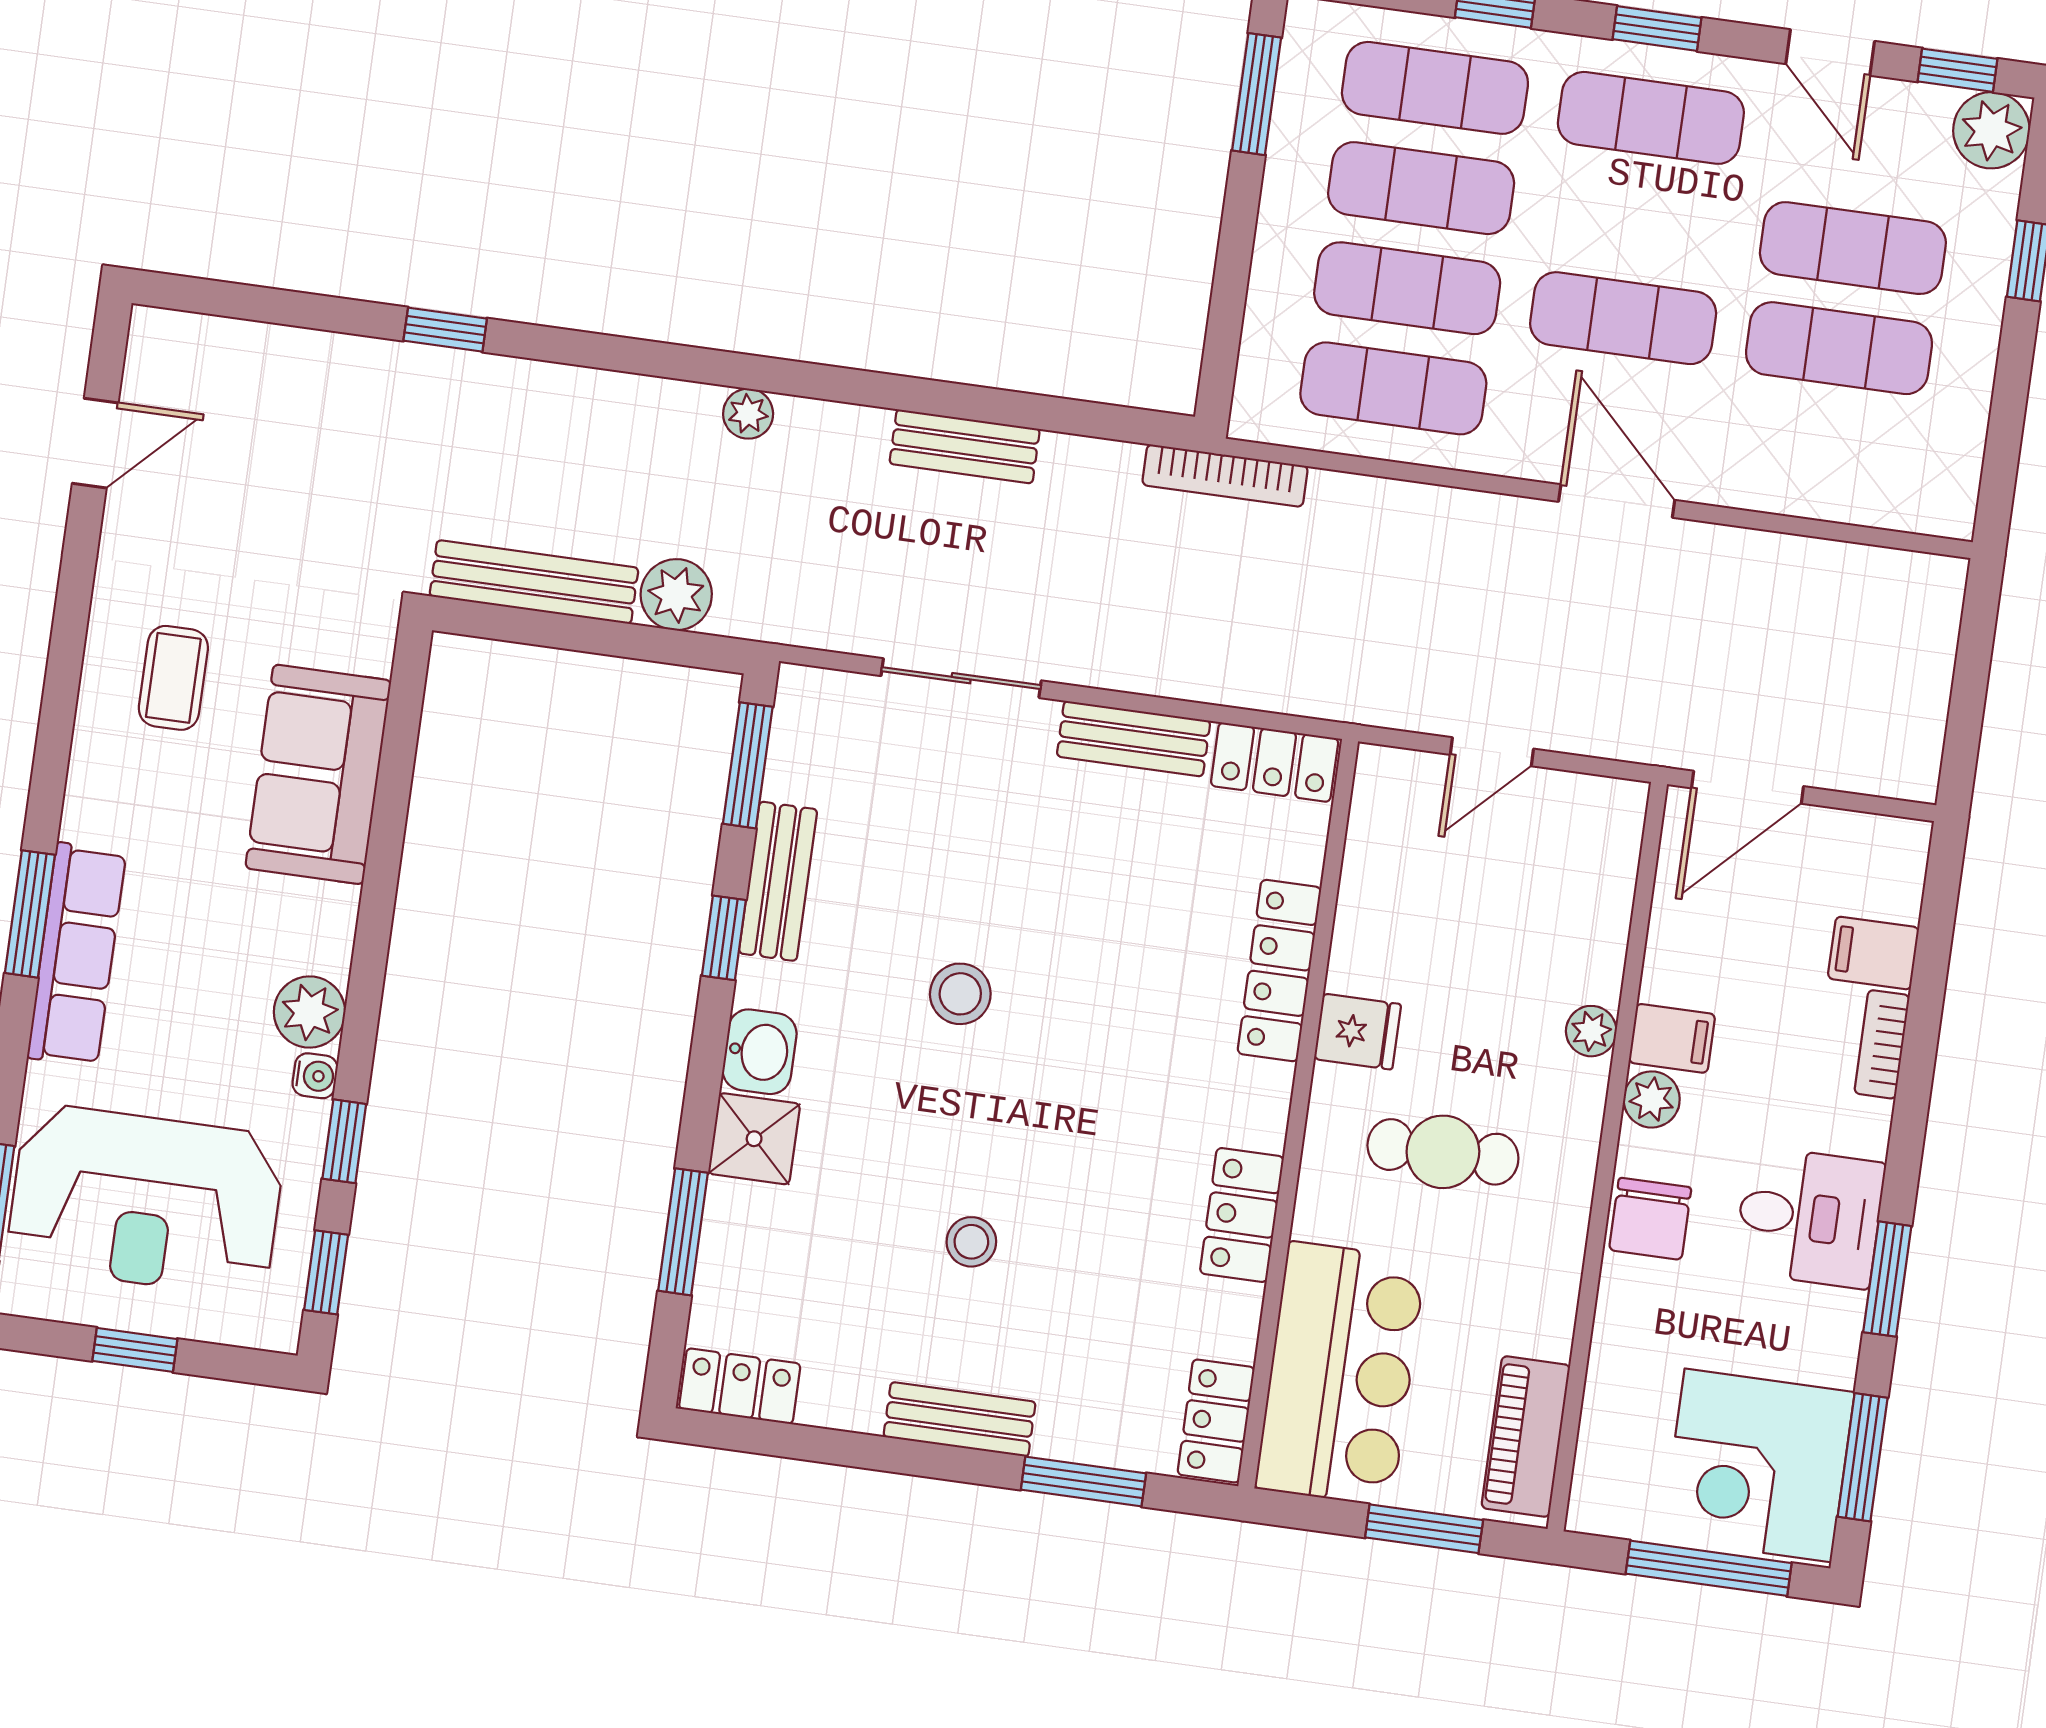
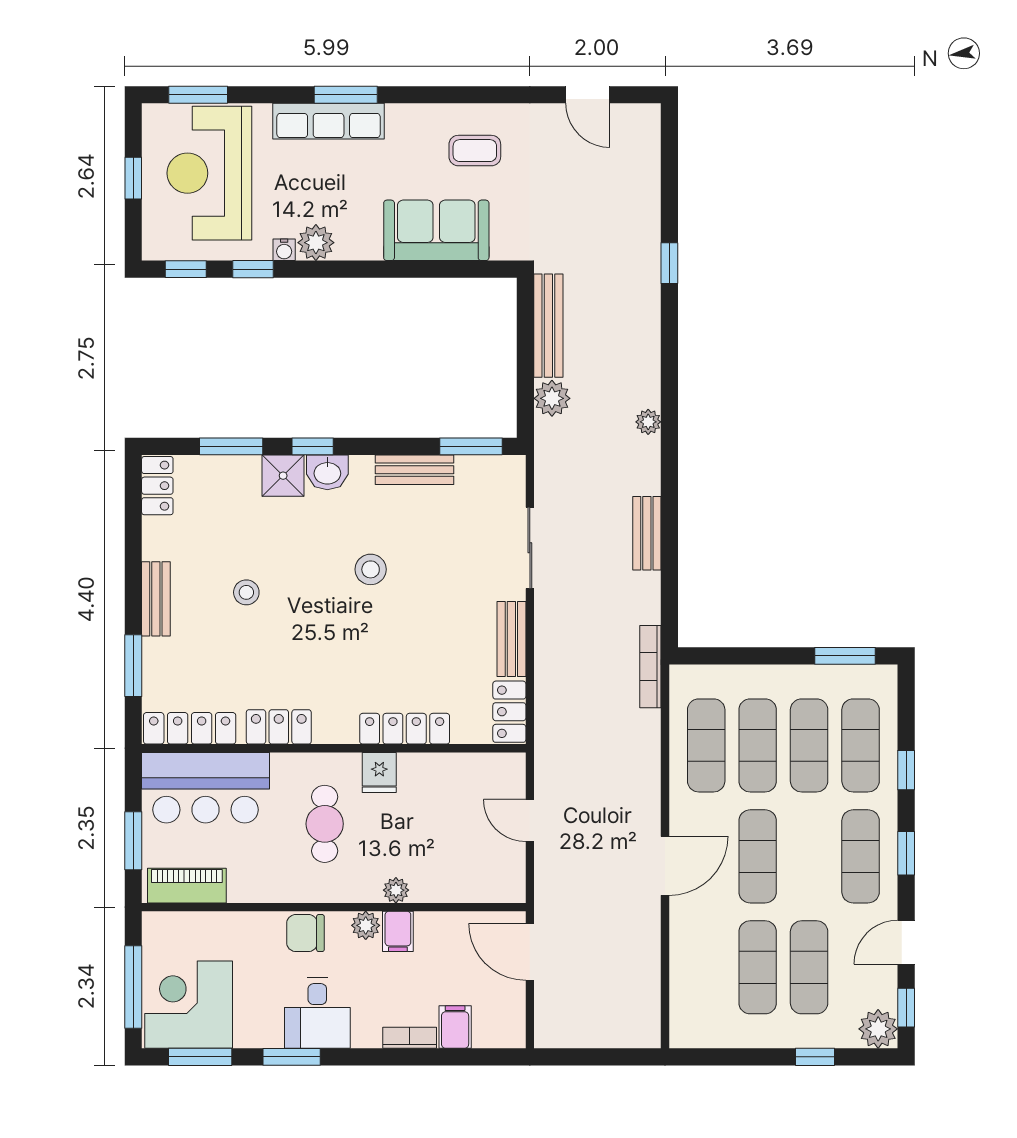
window: (724, 938) -> (313, 446), moved
locker: (1216, 1421) -> (190, 728), width x1.53

